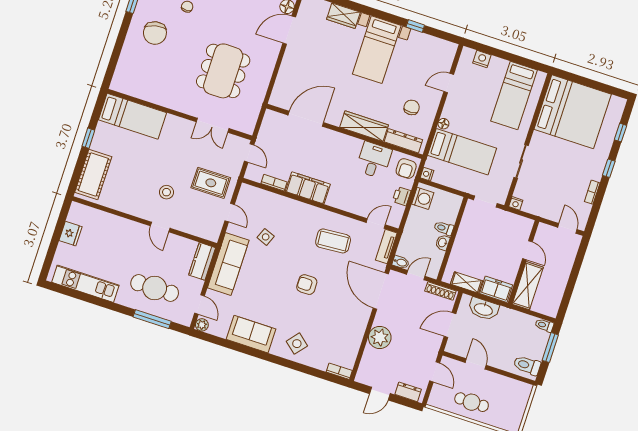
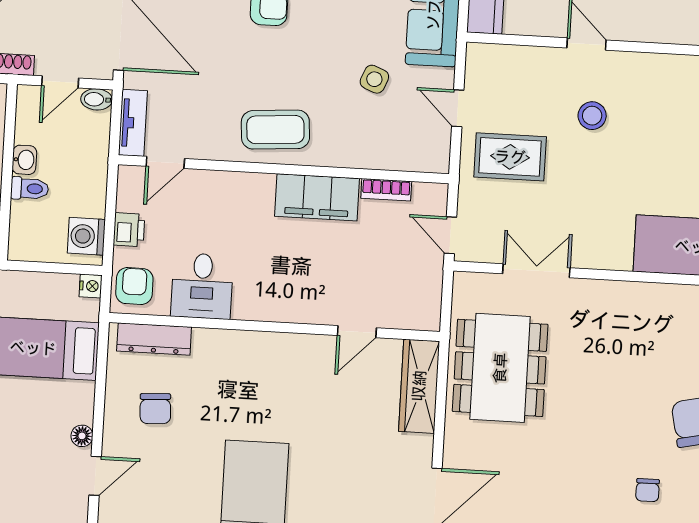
dining table: (223, 71) -> (500, 368), moved
door: (306, 119) -> (357, 332), width x0.53
floor lamp: (443, 124) -> (82, 436), moved
wardrobe: (364, 126) -> (419, 386), moved, turned 90
coffee table: (333, 241) -> (275, 130), moved

